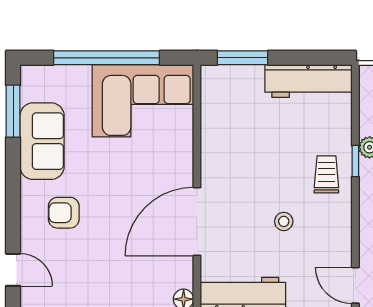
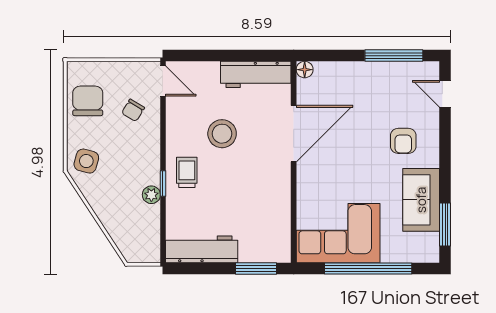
trolley: (326, 174) -> (187, 172), turned 180
armchair: (64, 213) -> (403, 141), turned 90
stool: (284, 221) -> (222, 134), width x1.89, depth x1.89

